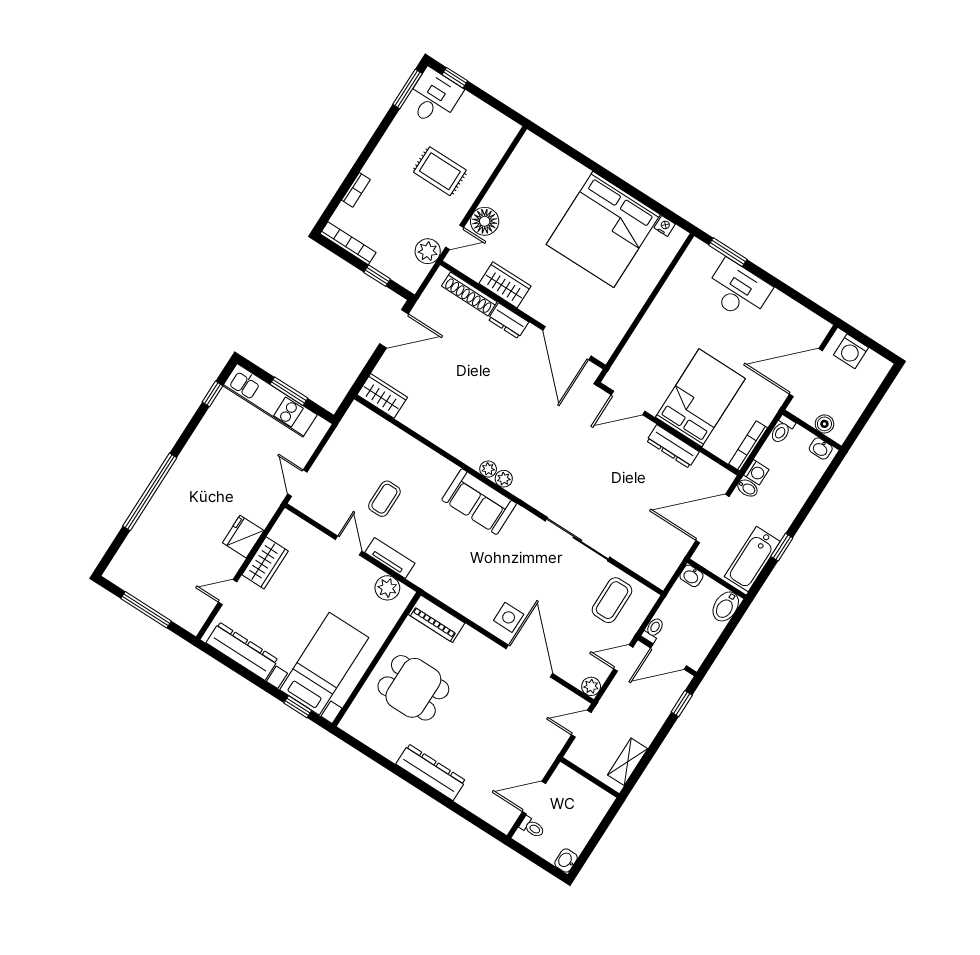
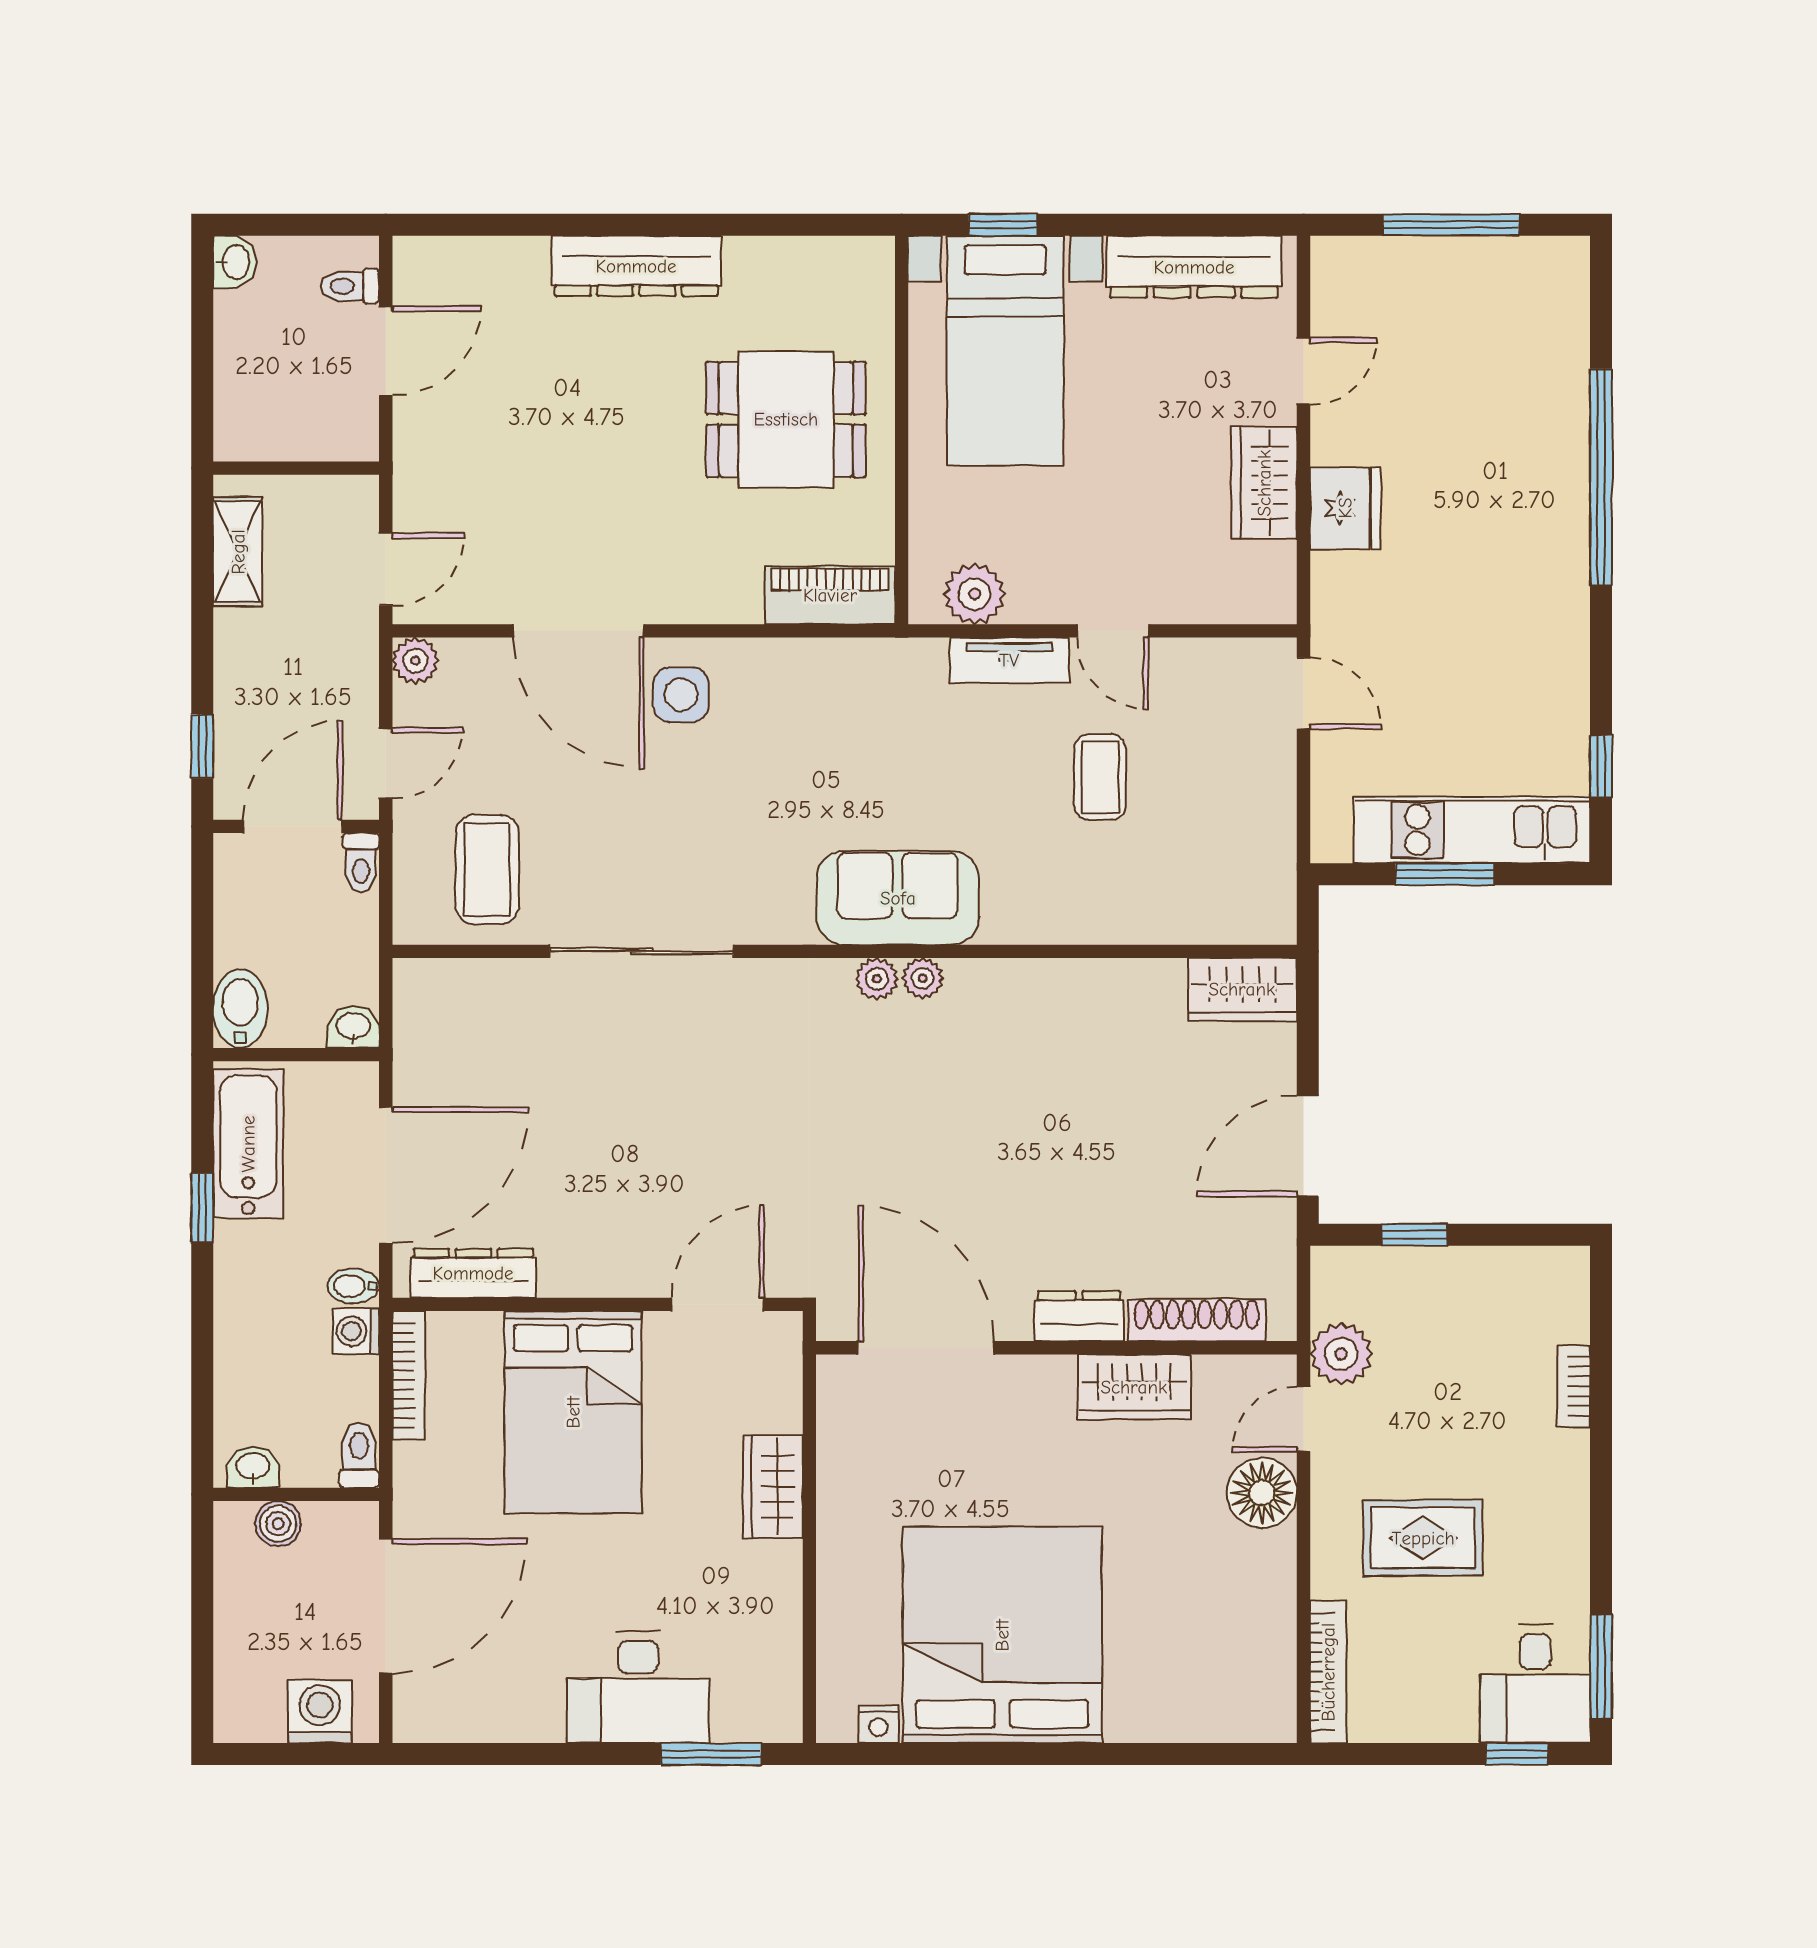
bookcase: (348, 243) -> (1328, 1672), moved, turned -90
wardrobe: (649, 329) -> (773, 1487), added
dresser: (673, 446) -> (473, 1273), moved

